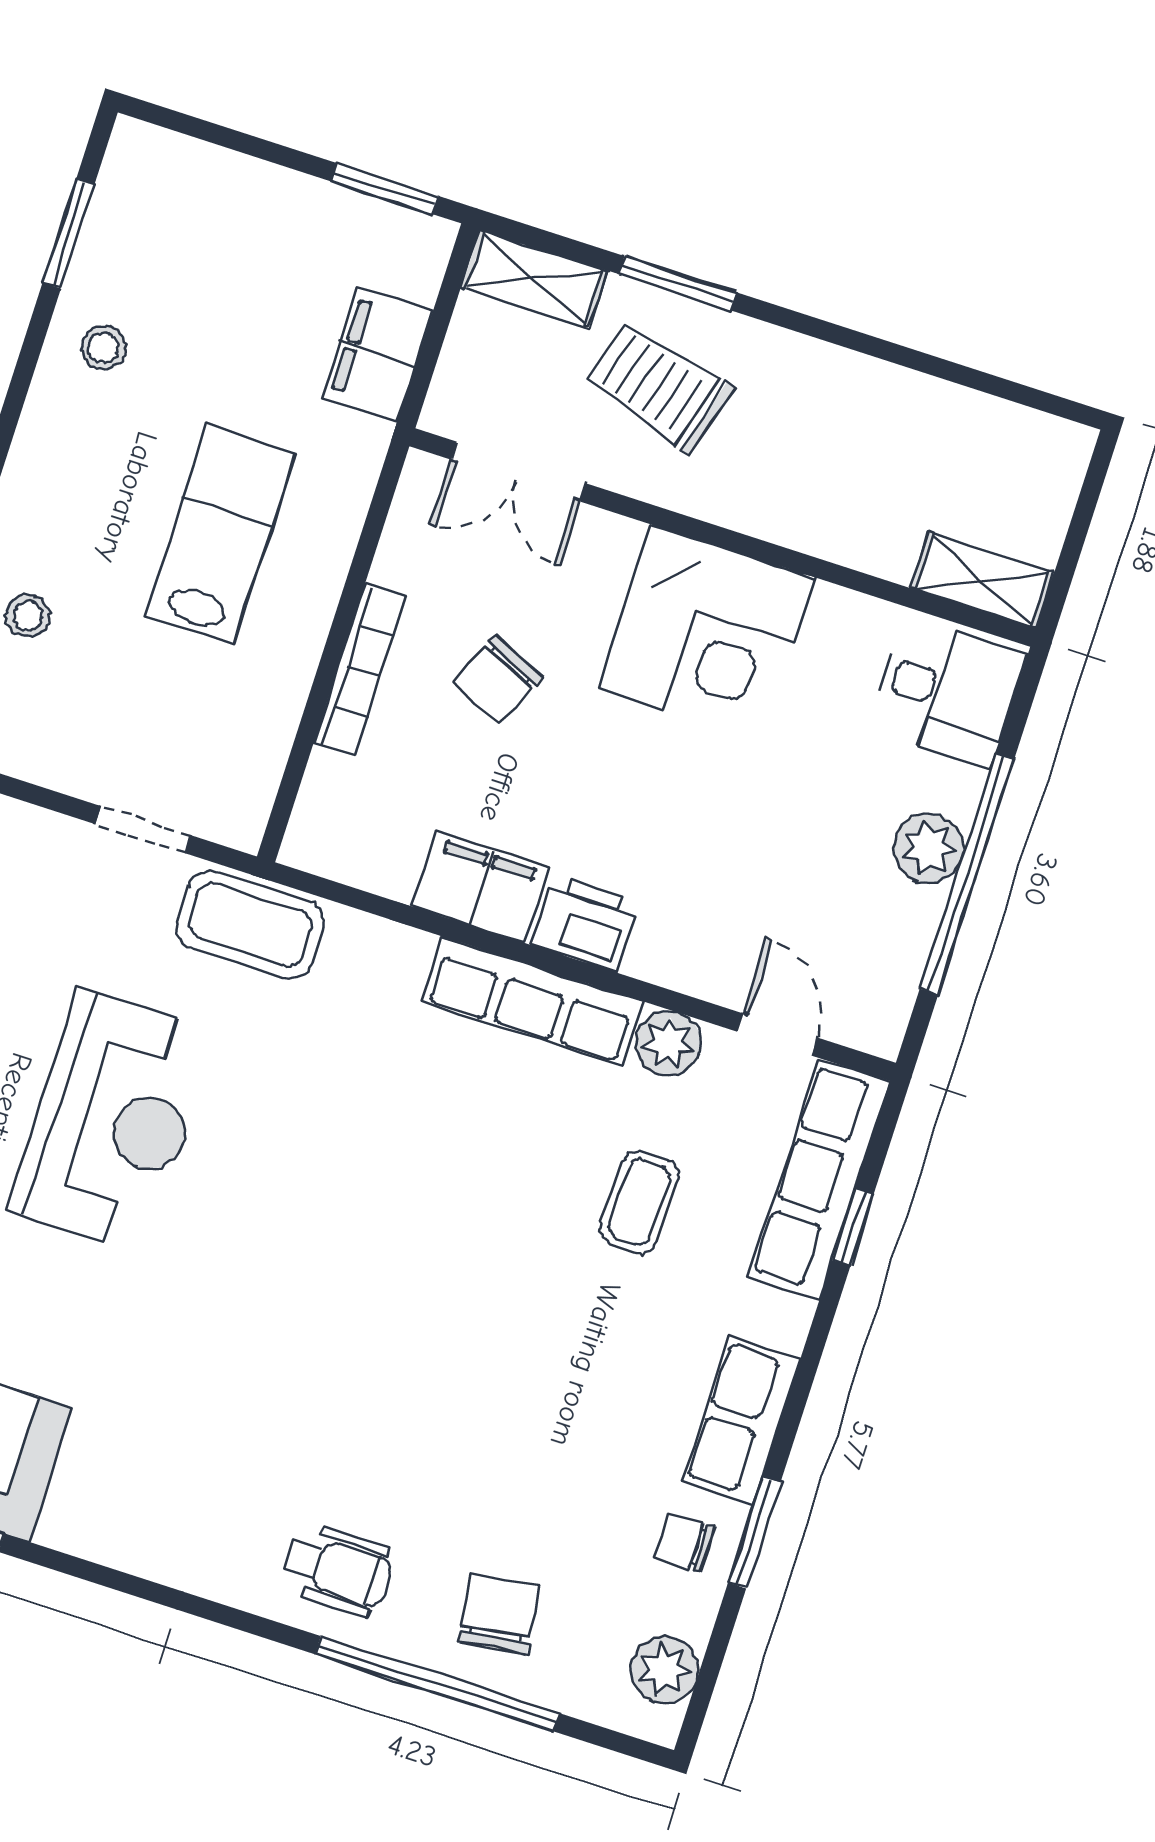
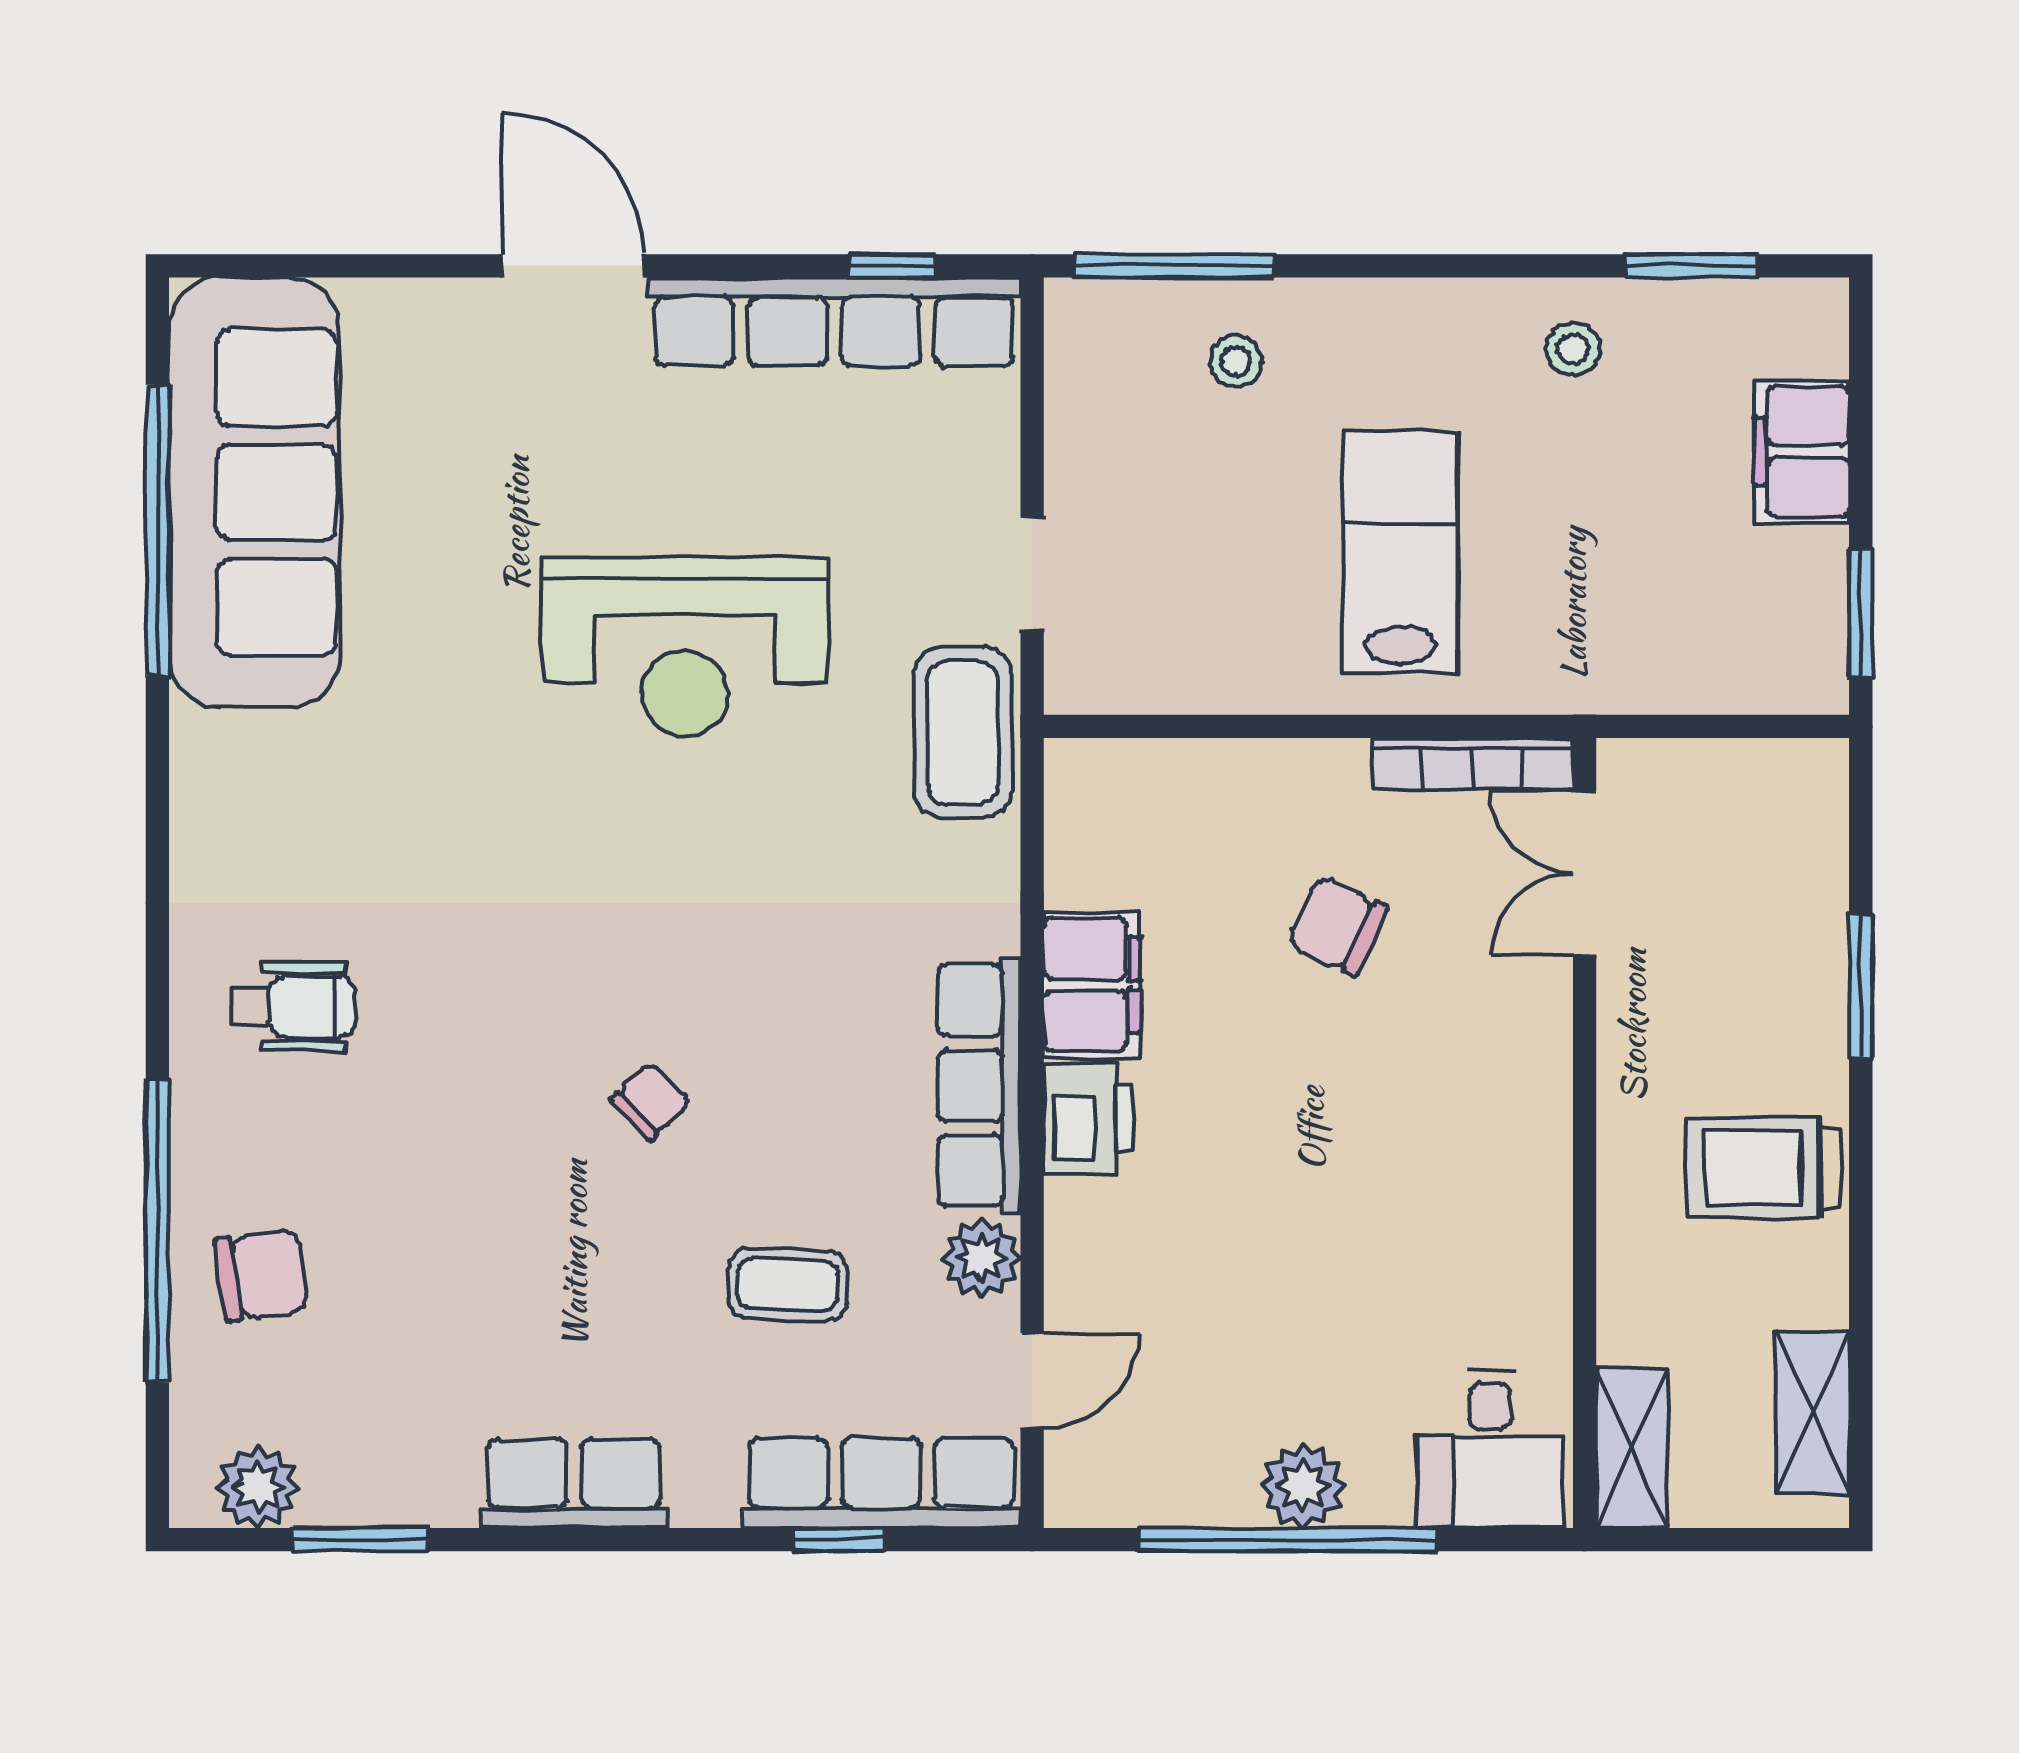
shelving: (534, 279) -> (1813, 1413), moved
filing cabinet: (378, 354) -> (1802, 451), moved, turned -90
trolley: (659, 387) -> (1764, 1168), moved, turned -106
lab bench: (220, 535) -> (1401, 552), turned -90
corner desk: (707, 633) -> (1468, 1150), removed
bookcase: (360, 670) -> (1472, 764), moved
window: (754, 1533) -> (359, 1540), moved
chair: (685, 1543) -> (650, 1101), moved, turned 46
wheelchair: (338, 1570) -> (294, 1007), moved, turned -90

